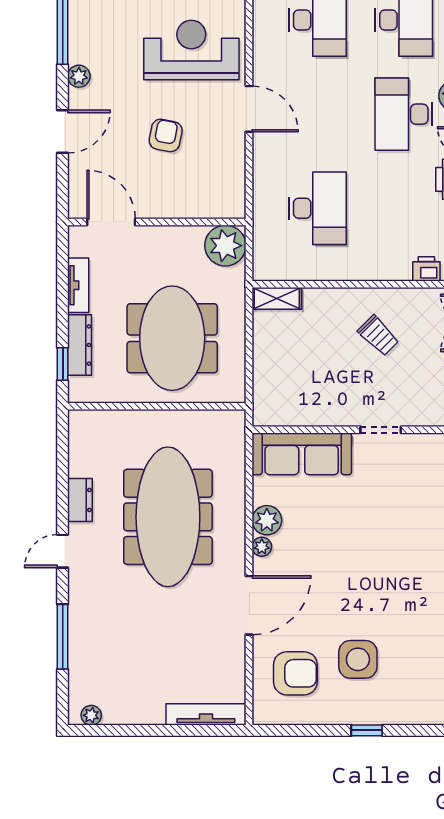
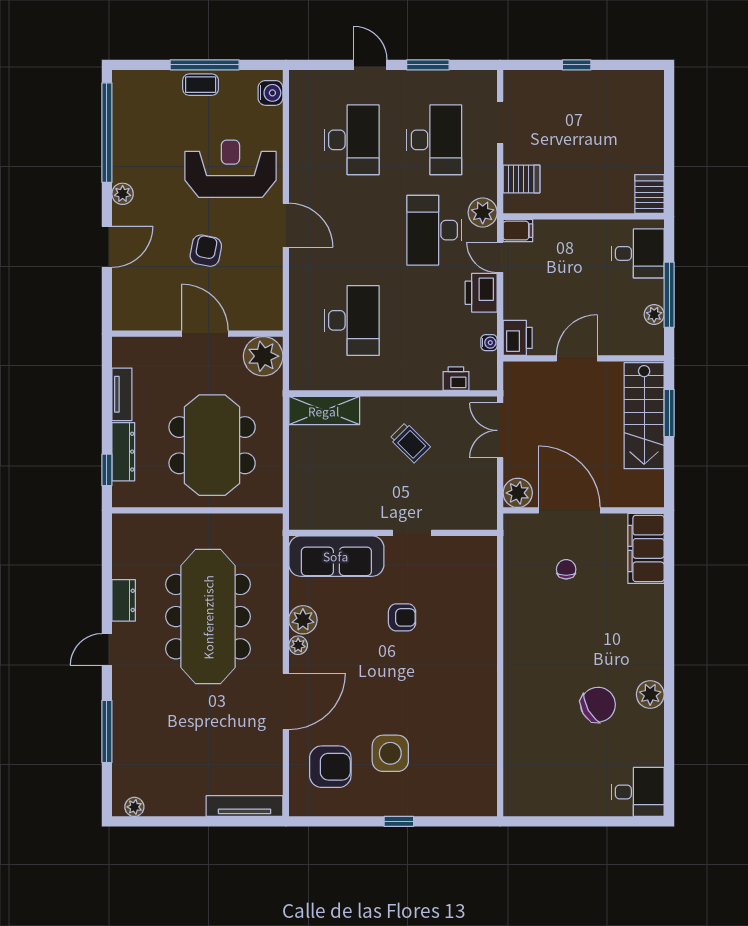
door: (111, 222) -> (205, 334), moved
shelving: (277, 298) -> (324, 411), width x1.50, depth x1.33
armchair: (370, 518) -> (402, 617), added

